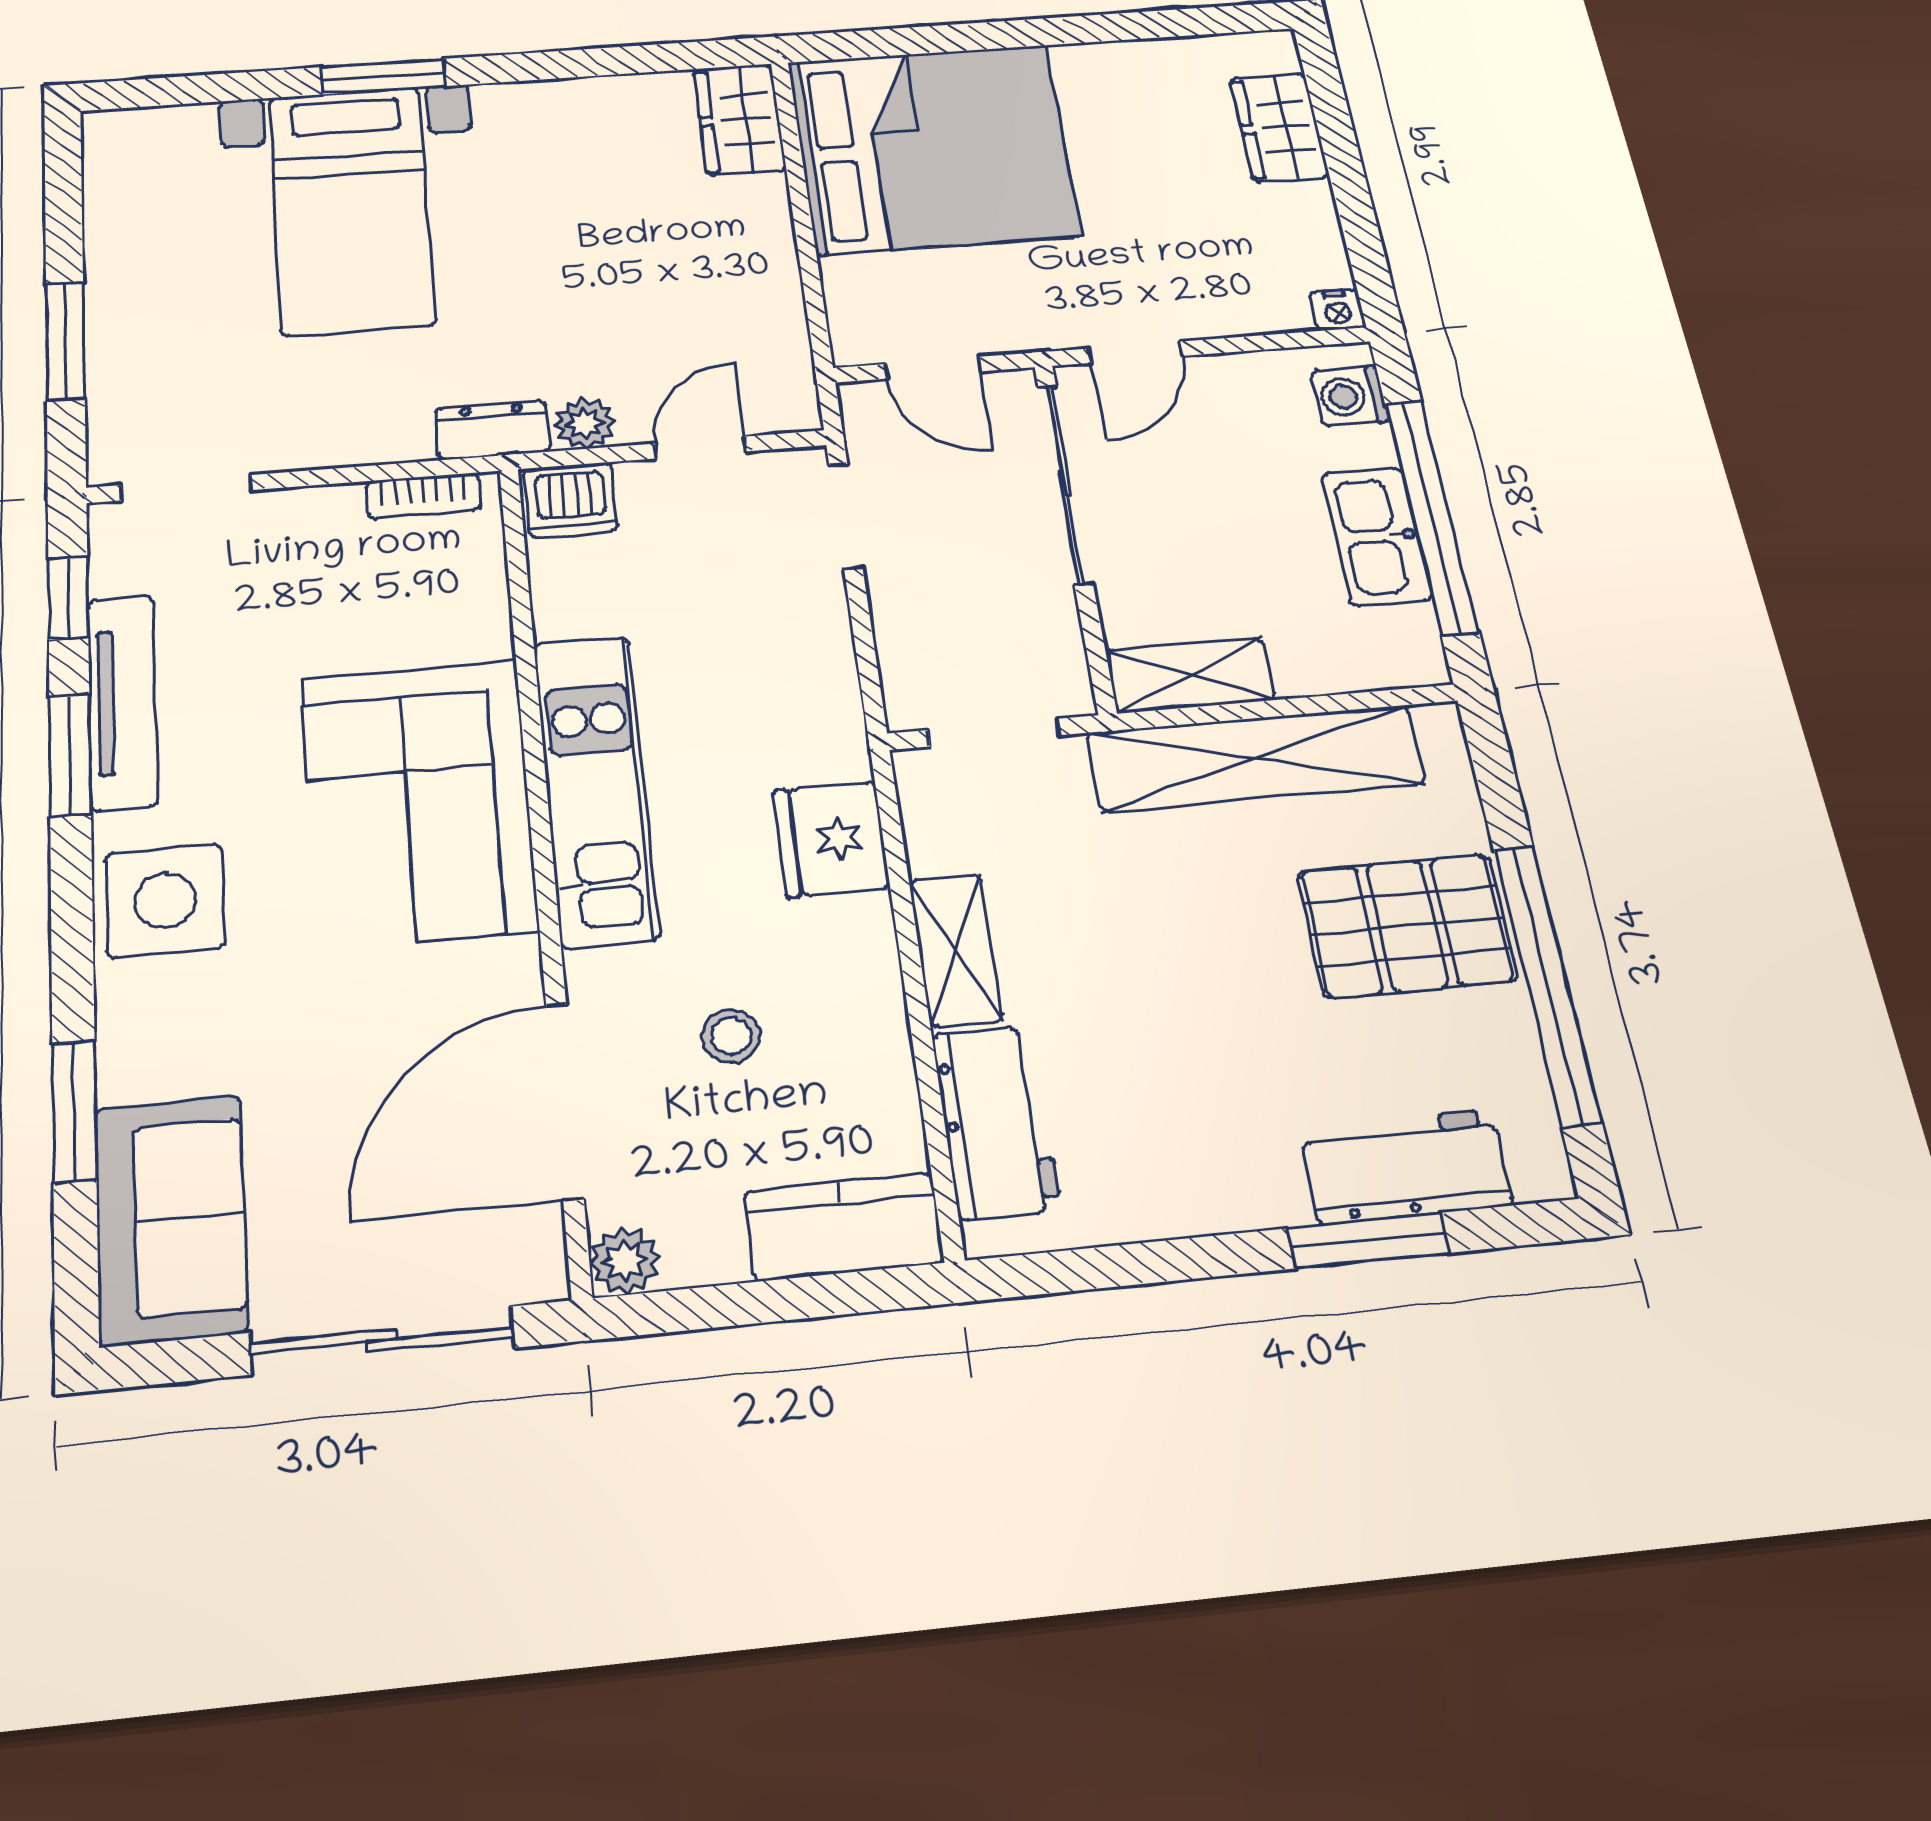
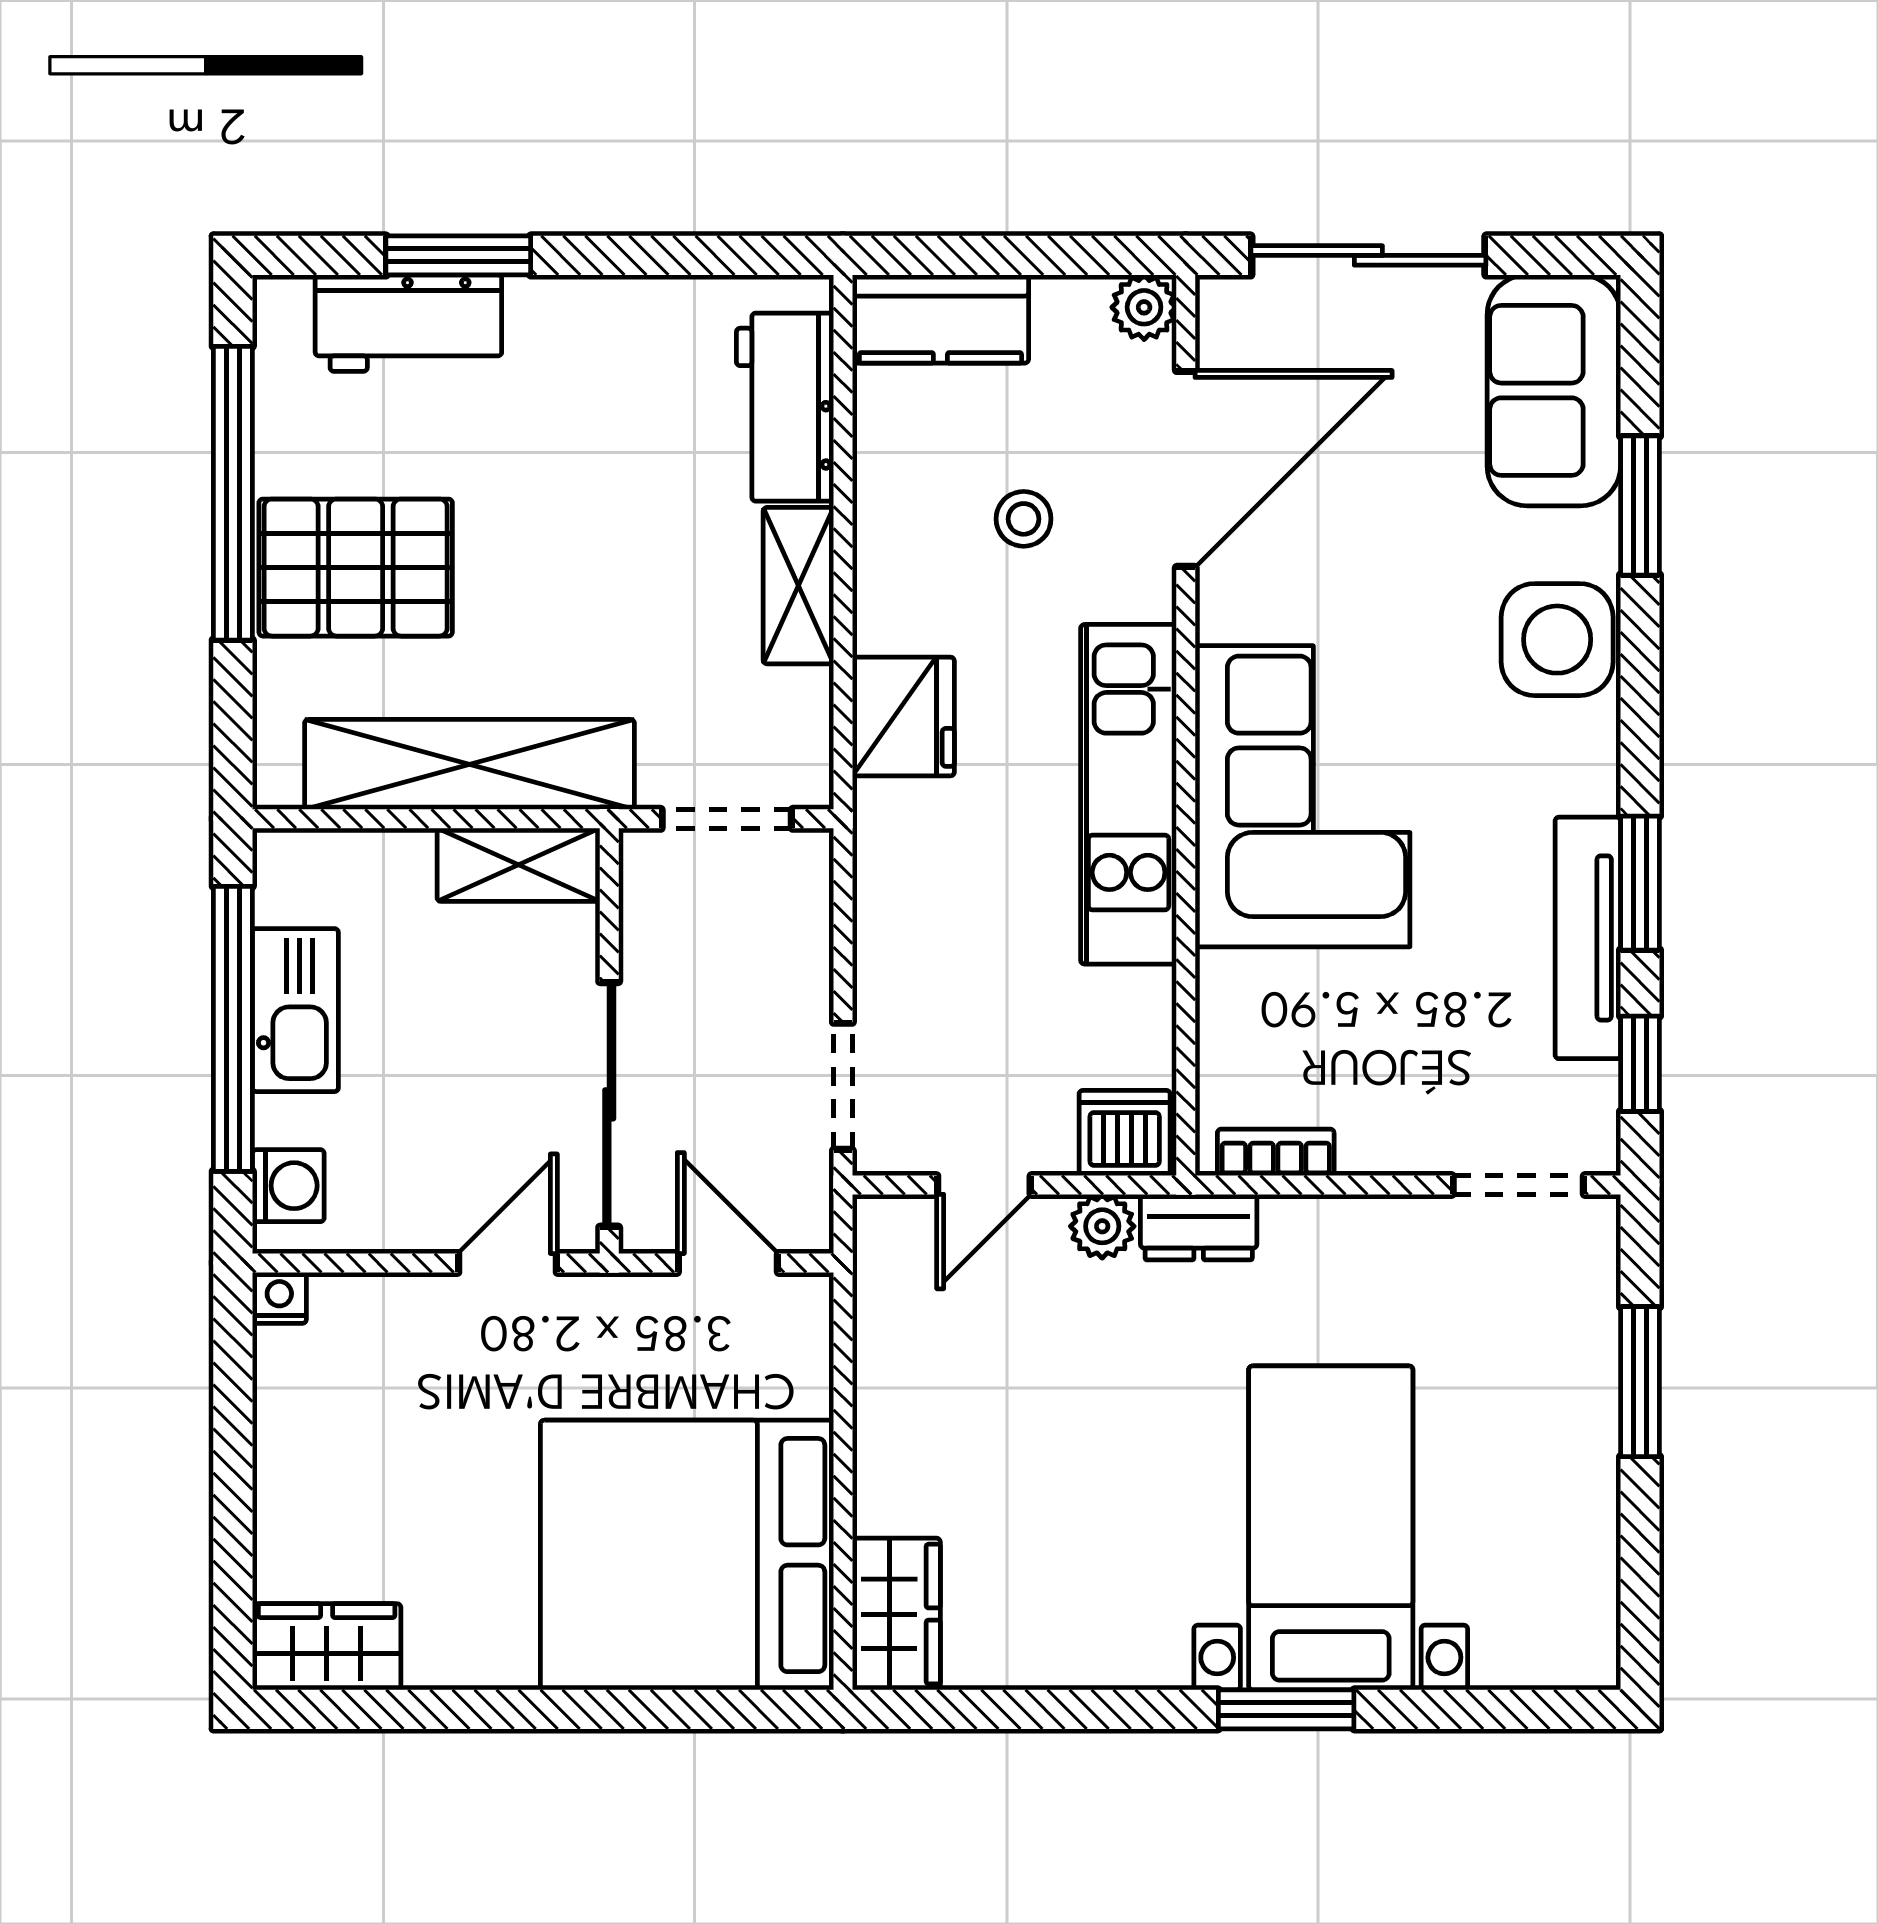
wardrobe: (1279, 127) -> (327, 1647), moved, turned -90
side table: (165, 901) -> (1557, 640), moved

